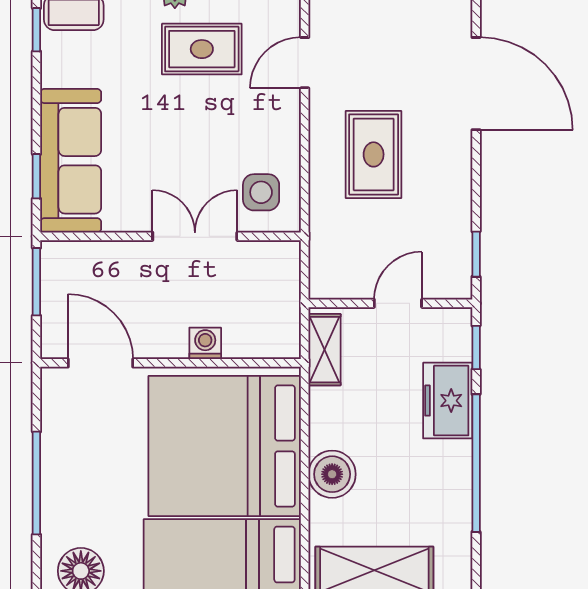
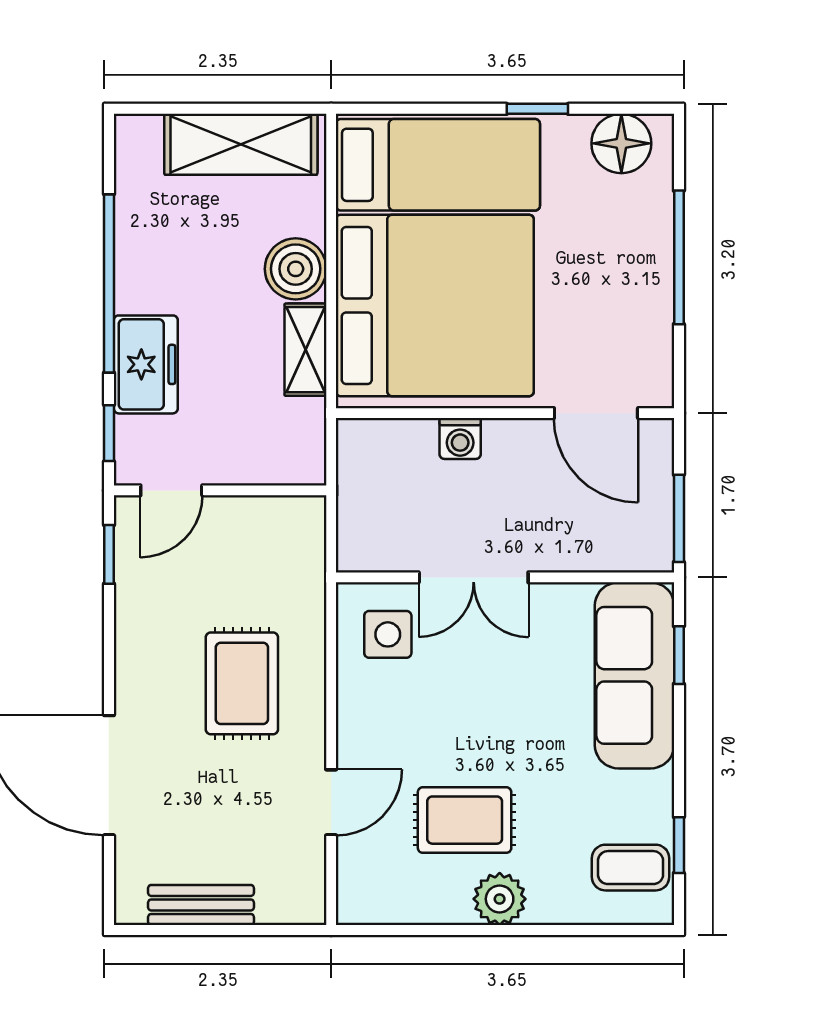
door: (398, 303) -> (171, 490), moved
shelving: (324, 350) -> (306, 350), moved

